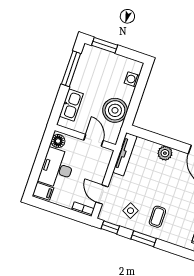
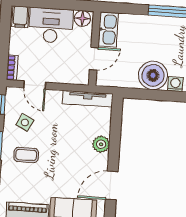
kitchen sink: (71, 105) -> (108, 30), moved, turned -90
boiler: (115, 110) -> (153, 75), moved
door: (102, 195) -> (35, 85), swing flipped

